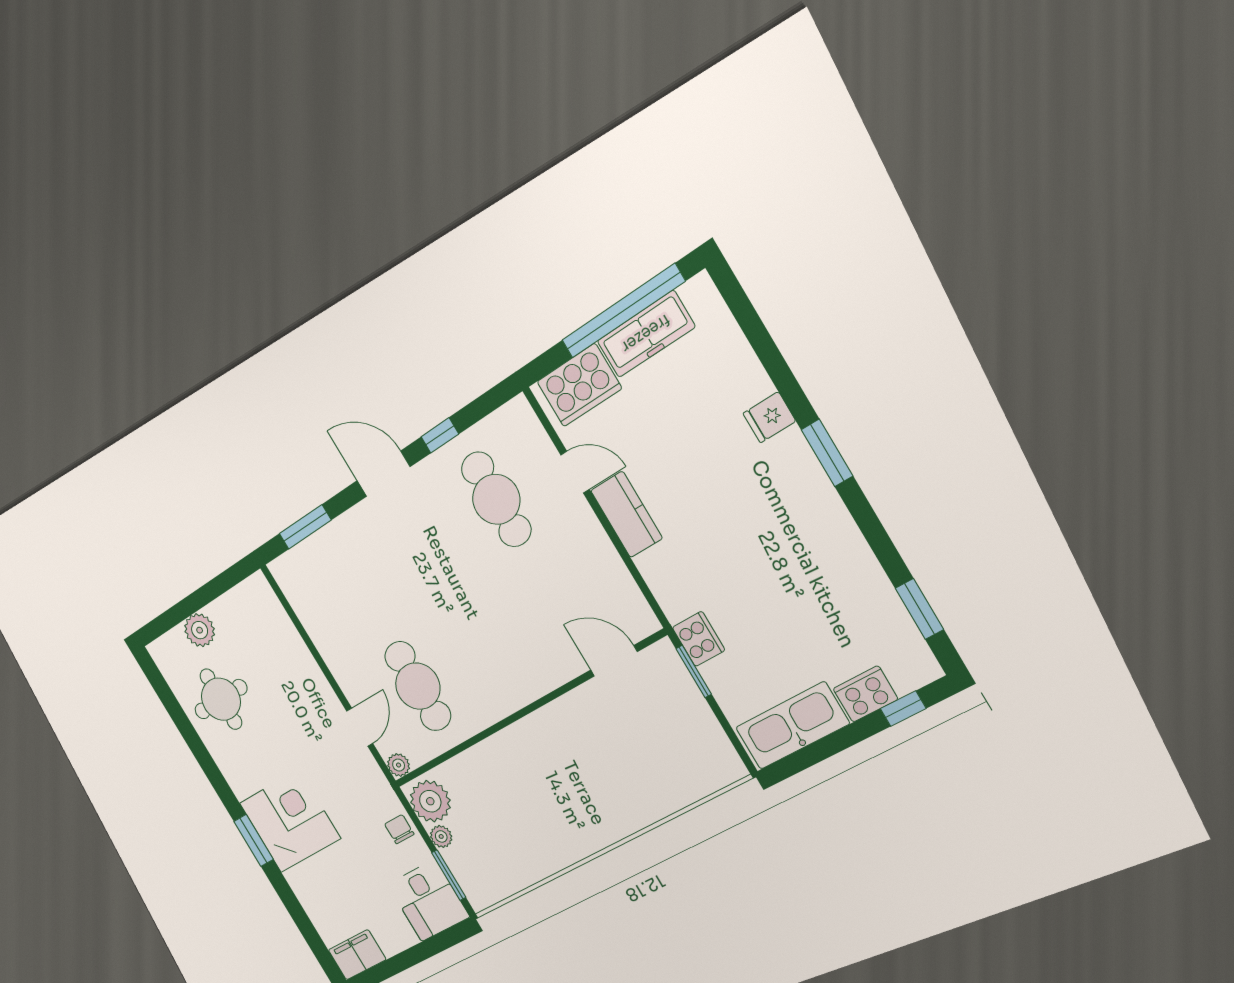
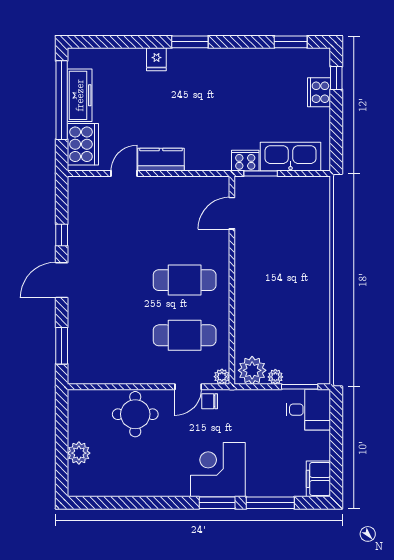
cafe table: (496, 499) -> (185, 280), moved
round table: (221, 699) -> (135, 414), moved
kitchen sink: (792, 726) -> (291, 157), moved, turned 90
door: (360, 727) -> (188, 387), swing flipped
chair: (399, 829) -> (210, 401), moved
window: (294, 907) -> (270, 503), added

